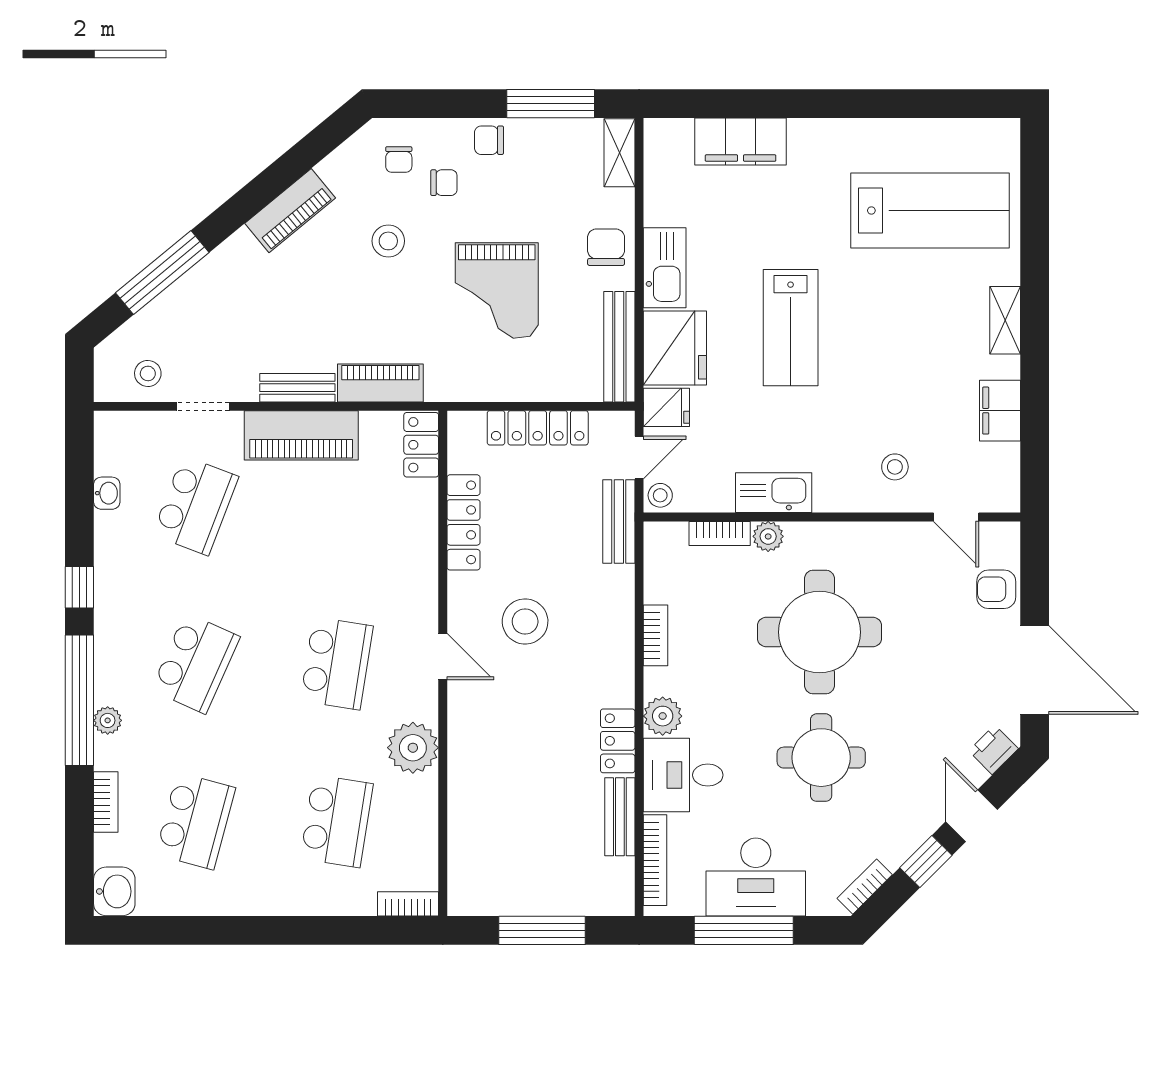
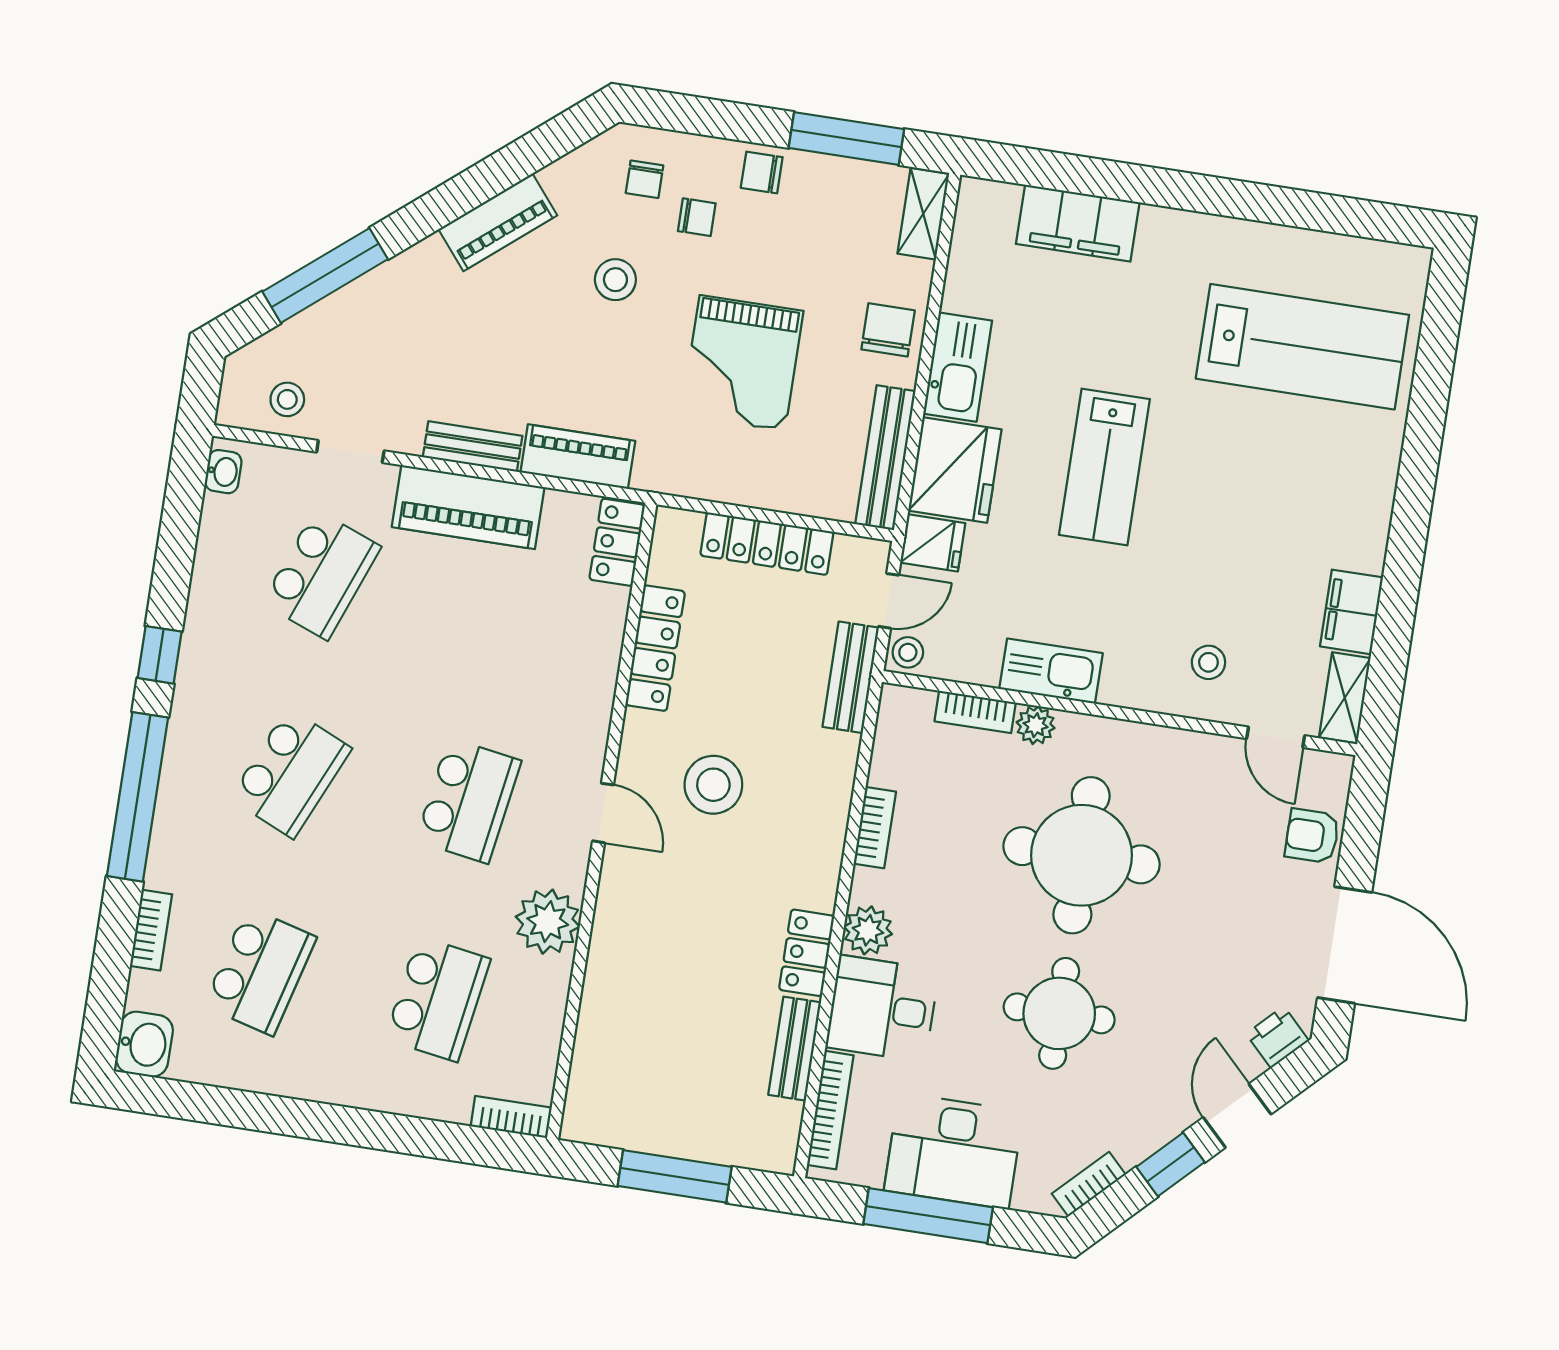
shelving: (1005, 320) -> (1345, 698), moved
washbasin: (107, 493) -> (223, 472), moved
plant: (108, 720) -> (169, 828), removed

